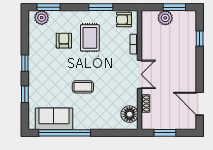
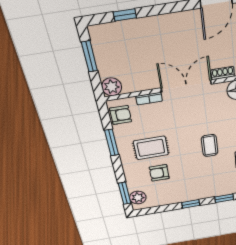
plant: (165, 18) -> (112, 87), moved
armchair: (124, 20) -> (121, 115), turned -90
double door: (140, 74) -> (186, 86), width x1.37

